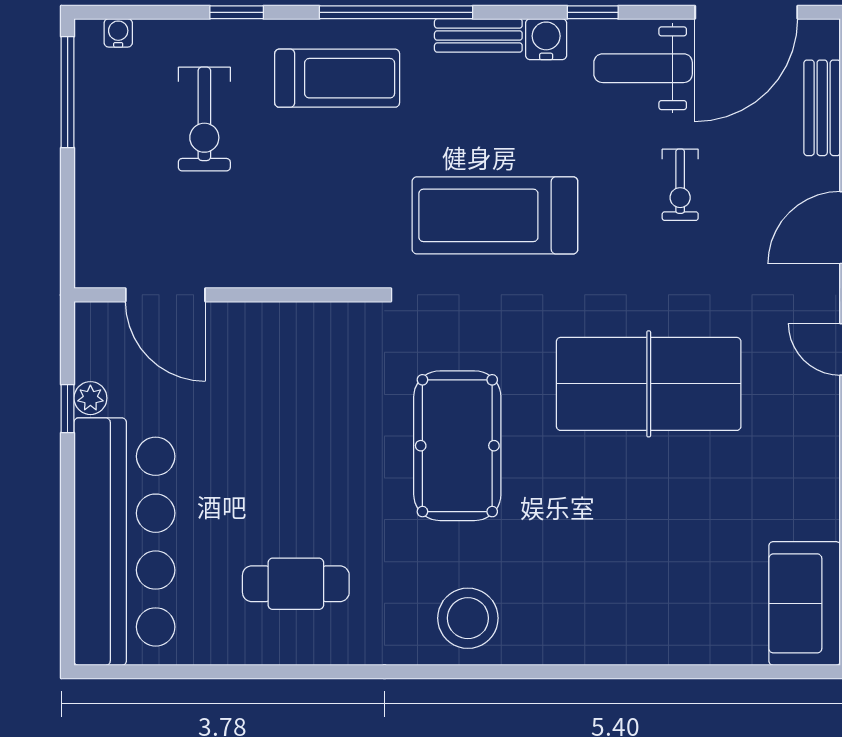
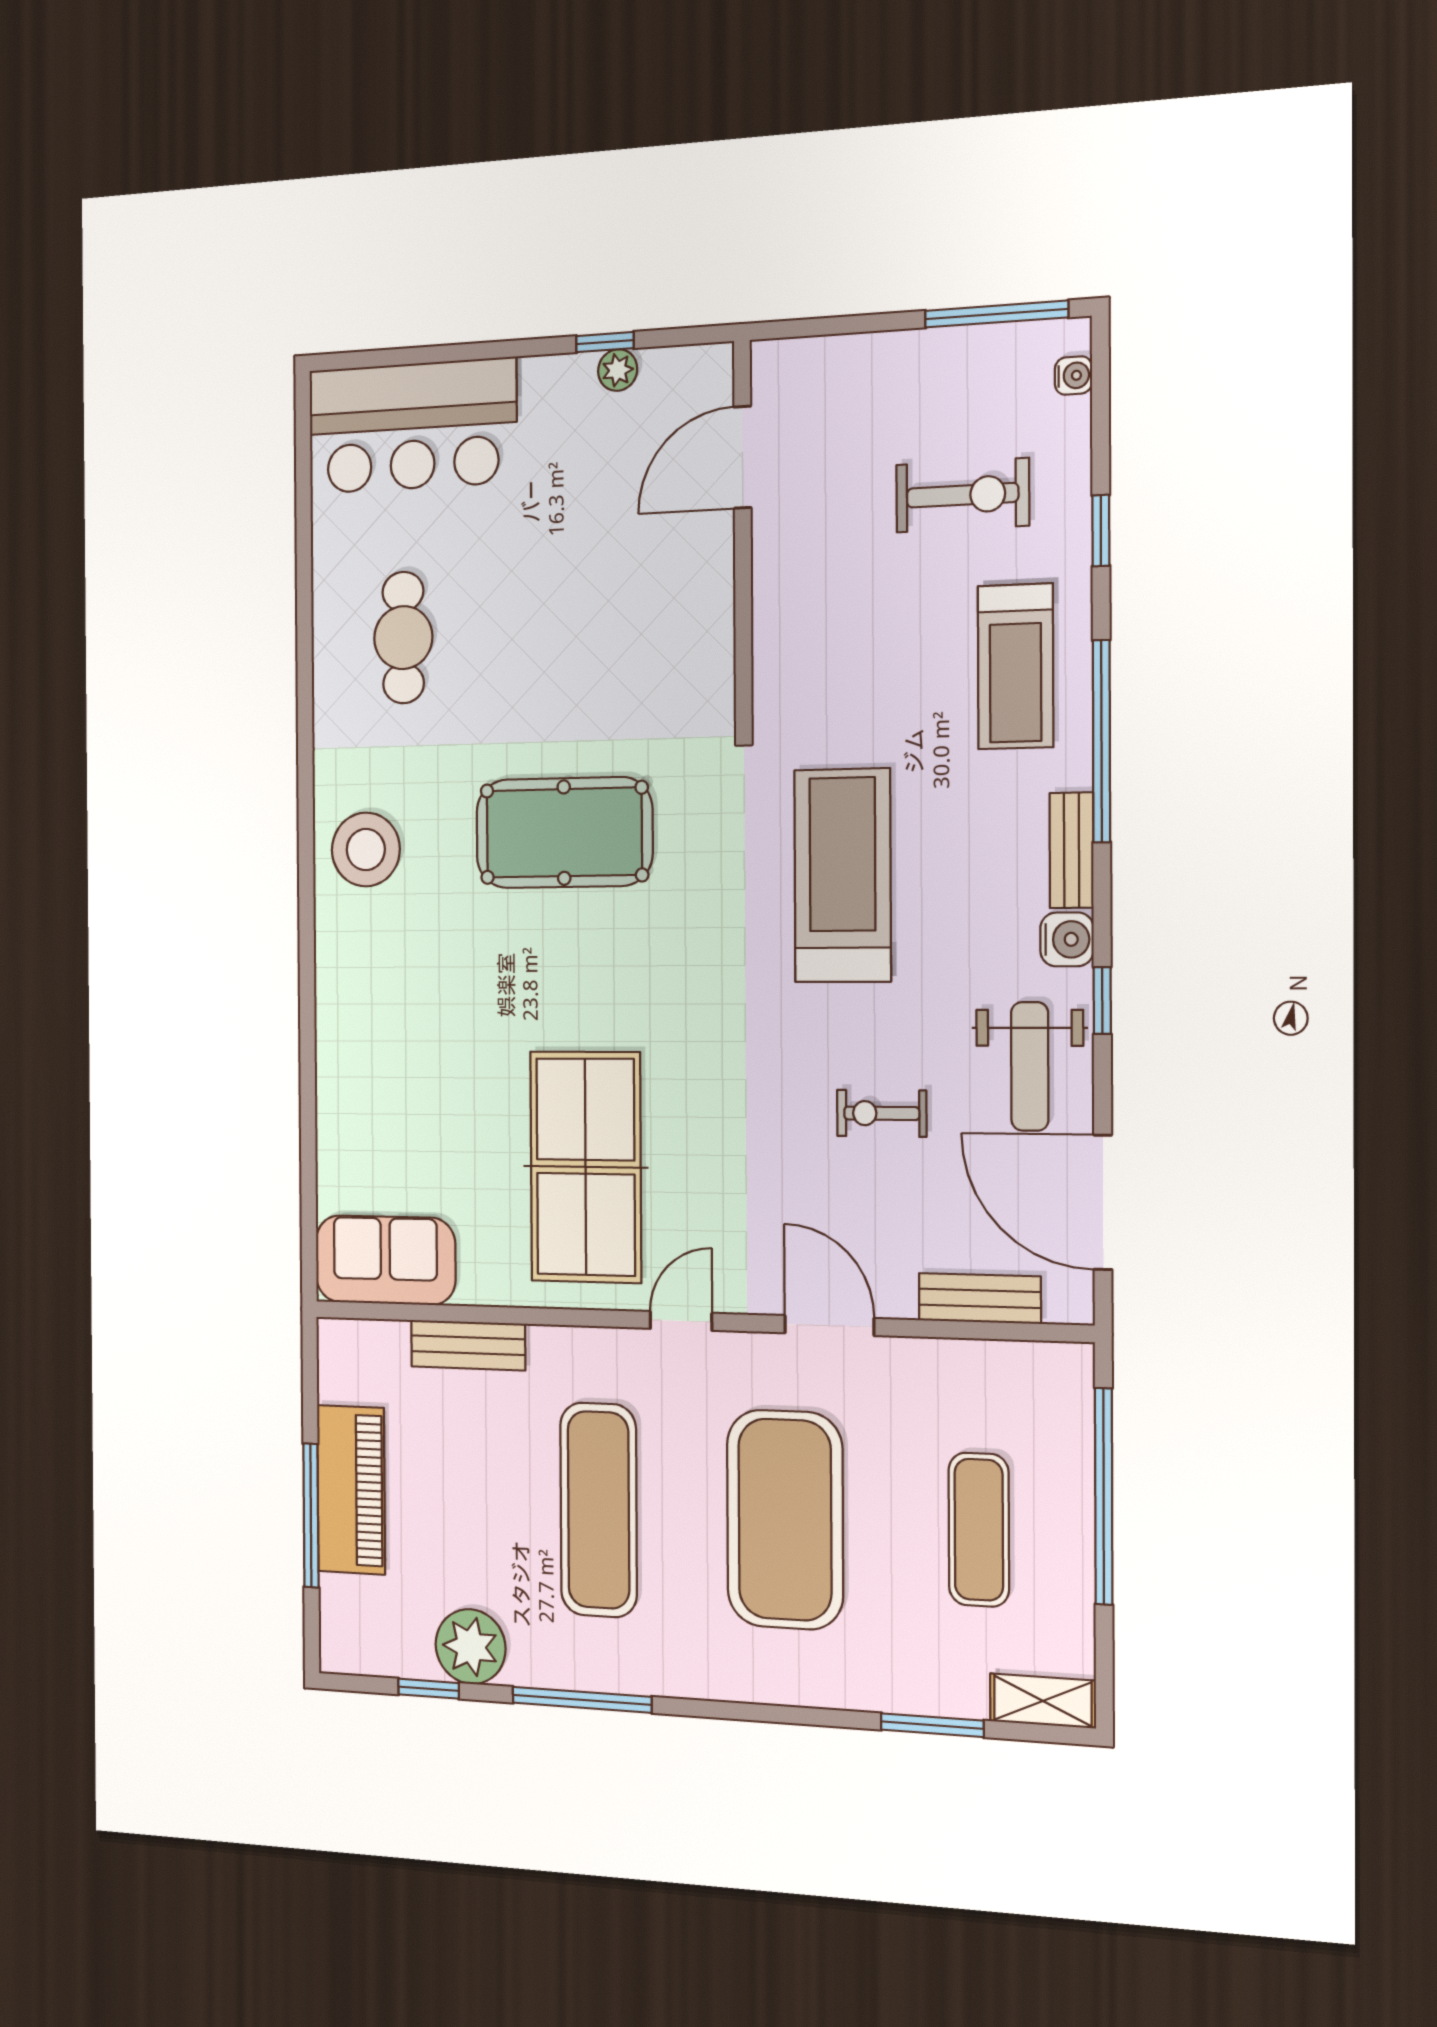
weight bench: (643, 68) -> (1030, 1066), turned 180
exercise bike: (204, 119) -> (962, 495), turned 180
table tennis table: (649, 384) -> (586, 1167), moved
bar counter: (124, 542) -> (412, 426), width x0.73

